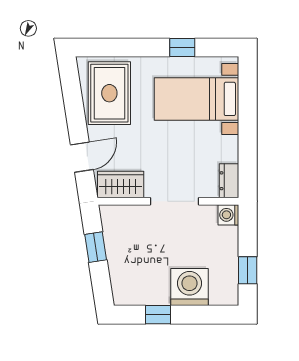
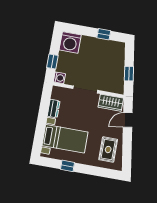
rug: (109, 93) -> (108, 150), width x0.73, depth x0.70
dresser: (229, 181) -> (54, 108), moved
window: (248, 270) -> (52, 61), moved
washing machine: (189, 287) -> (70, 42), moved

